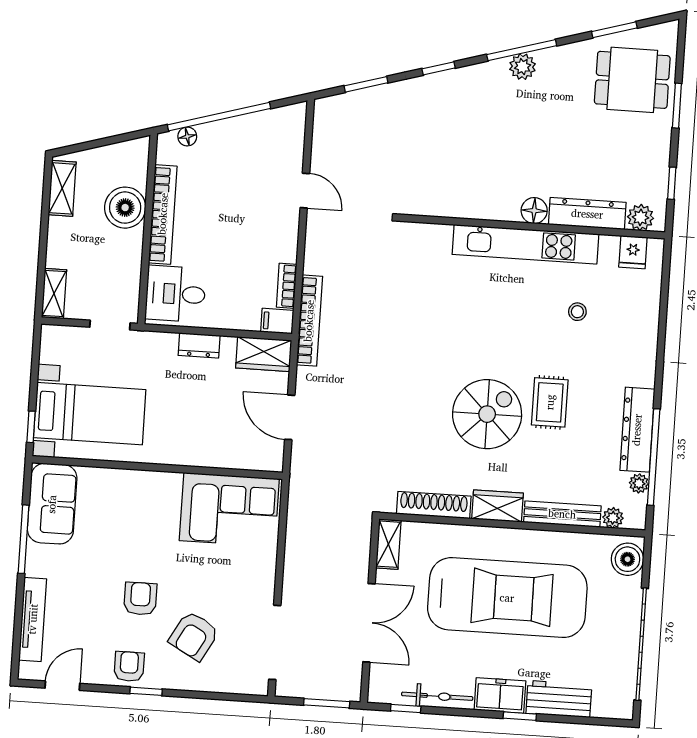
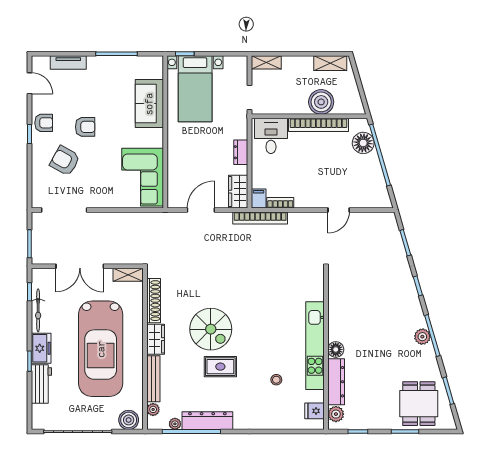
floor lamp: (187, 136) -> (363, 143), width x1.89, depth x1.89
sofa: (52, 504) -> (149, 104), moved, turned 90
tv unit: (33, 619) -> (68, 63), width x0.71

